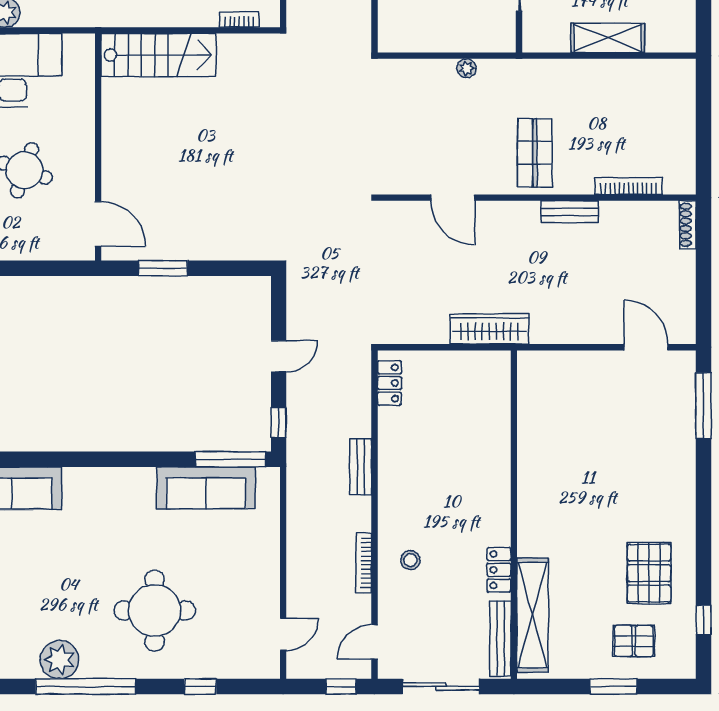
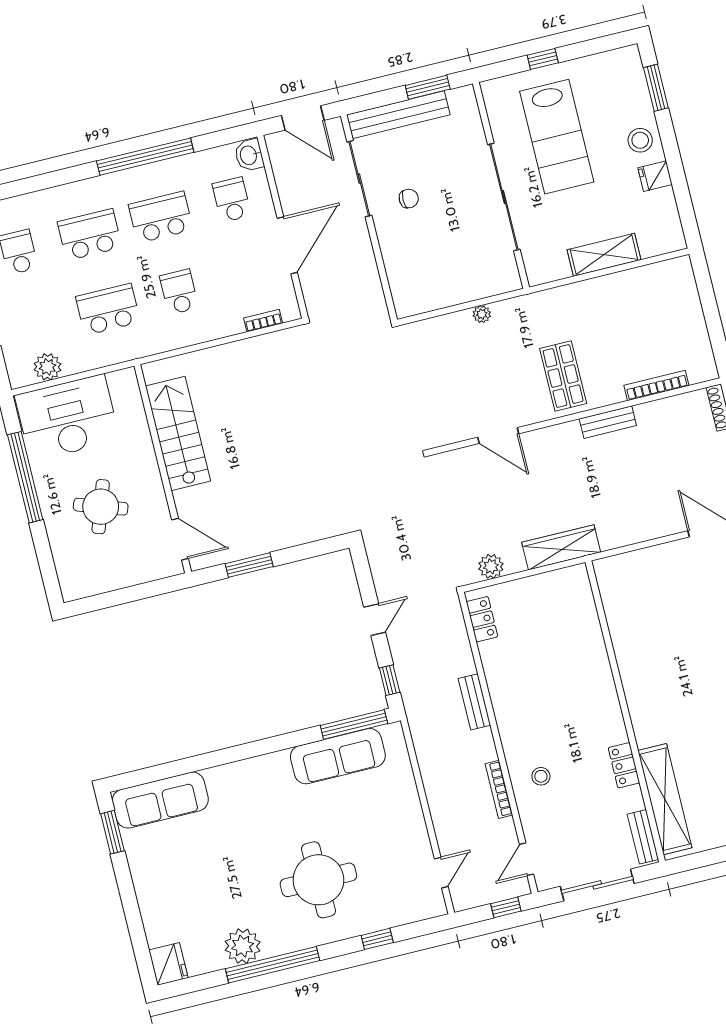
stairs: (159, 55) -> (178, 434), moved, turned -90
plant: (412, 331) -> (491, 566), added
bench: (500, 638) -> (643, 837), width x0.73

